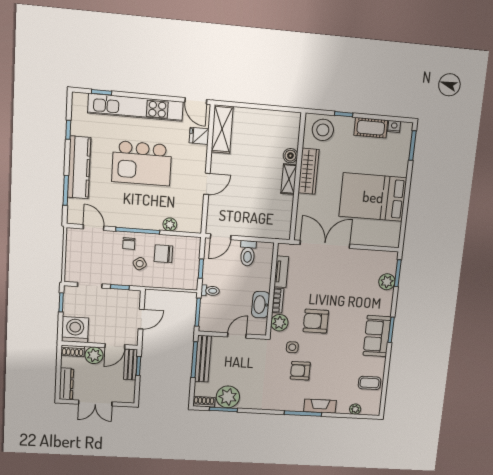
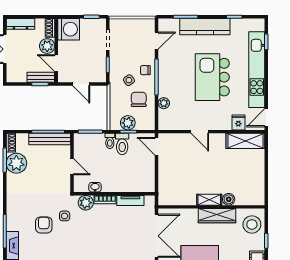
toilet: (248, 253) -> (122, 144), moved, turned -90
plant: (190, 268) -> (128, 123), added
washbasin: (261, 305) -> (95, 187), width x0.52, depth x0.69
armchair: (316, 321) -> (89, 234), removed

